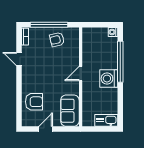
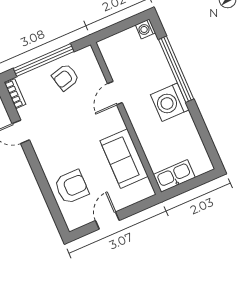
door: (81, 74) -> (115, 93), moved
sofa: (70, 111) -> (124, 159), moved
kitchen sink: (106, 120) -> (174, 176), moved

